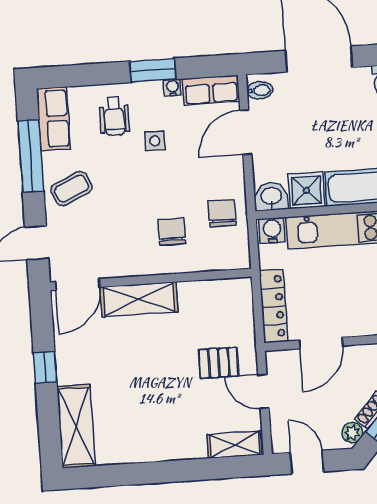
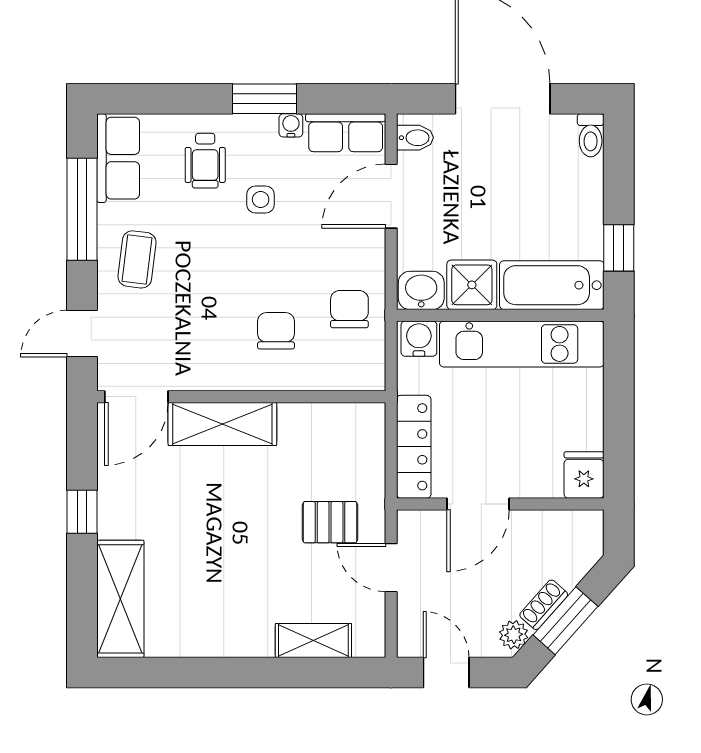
coffee table: (71, 189) -> (137, 259), turned -59
shelving: (235, 445) -> (313, 641), moved

